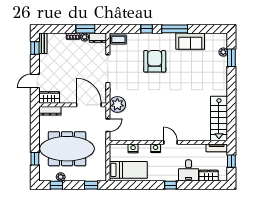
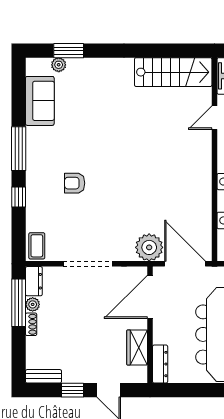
window: (85, 29) -> (19, 303), width x1.44
sofa: (190, 41) -> (40, 101), moved
window: (35, 48) -> (73, 390), moved
armchair: (155, 61) -> (75, 183), width x0.53, depth x0.53
wardrobe: (49, 98) -> (137, 347), moved
door: (108, 125) -> (185, 264), width x1.87
door: (170, 142) -> (214, 118), moved

